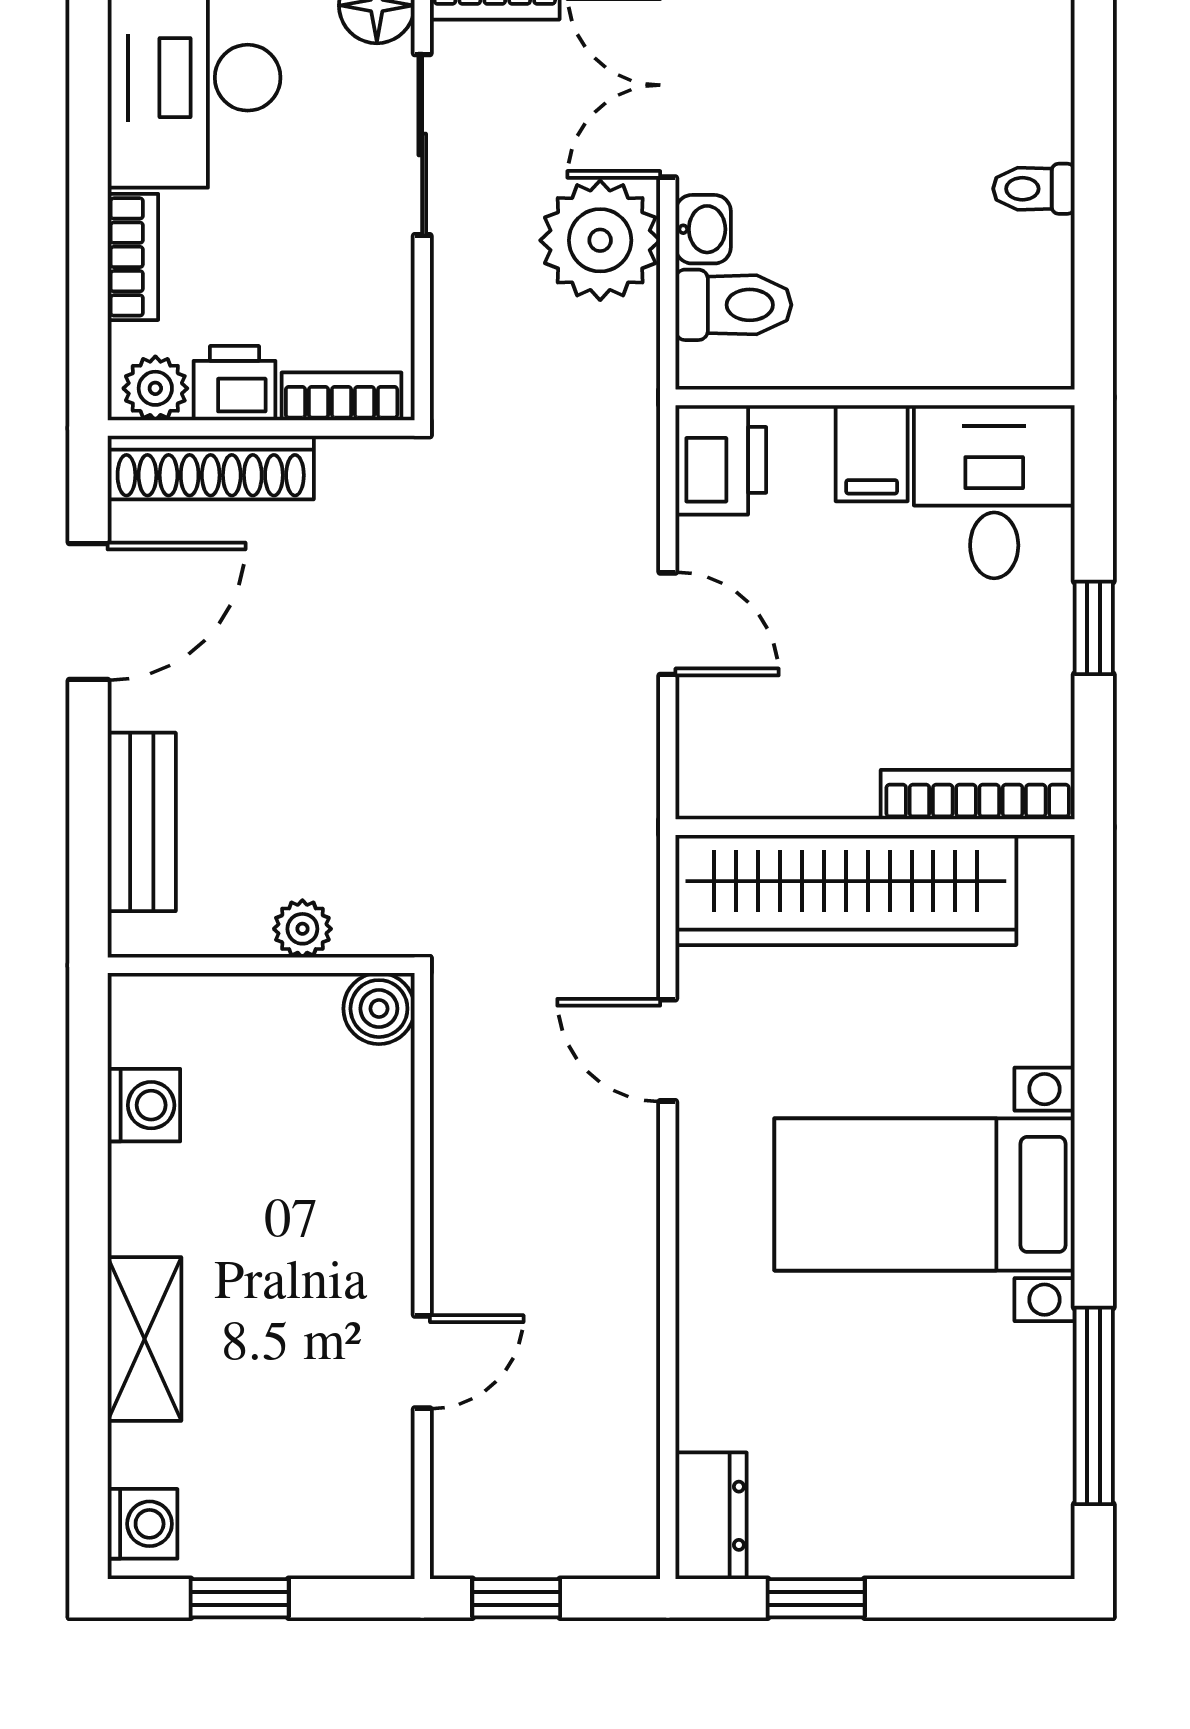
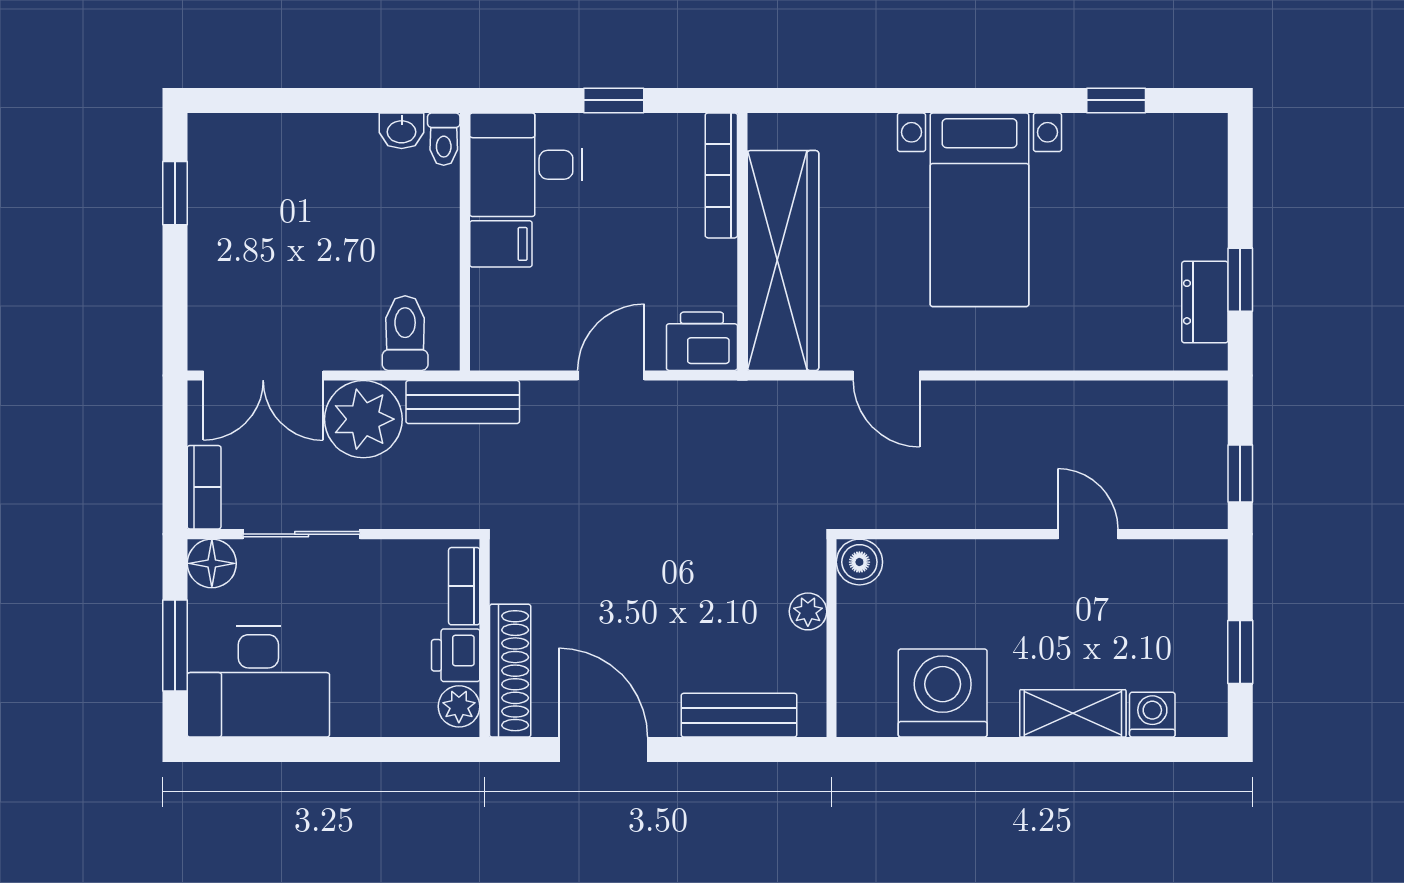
toilet: (1034, 189) -> (444, 139), moved
washbasin: (703, 229) -> (402, 131), moved, turned 180
bookcase: (133, 257) -> (374, 721), removed
bench: (627, 394) -> (463, 402), added
printer: (721, 460) -> (702, 341), moved
door: (668, 1050) -> (886, 375), hinge flipped
washing machine: (144, 1105) -> (943, 693), width x1.89, depth x1.89
window: (1094, 1406) -> (1116, 100), width x0.46
dresser: (711, 1516) -> (1205, 302), moved, turned -90
washing machine: (143, 1524) -> (1152, 715), moved

